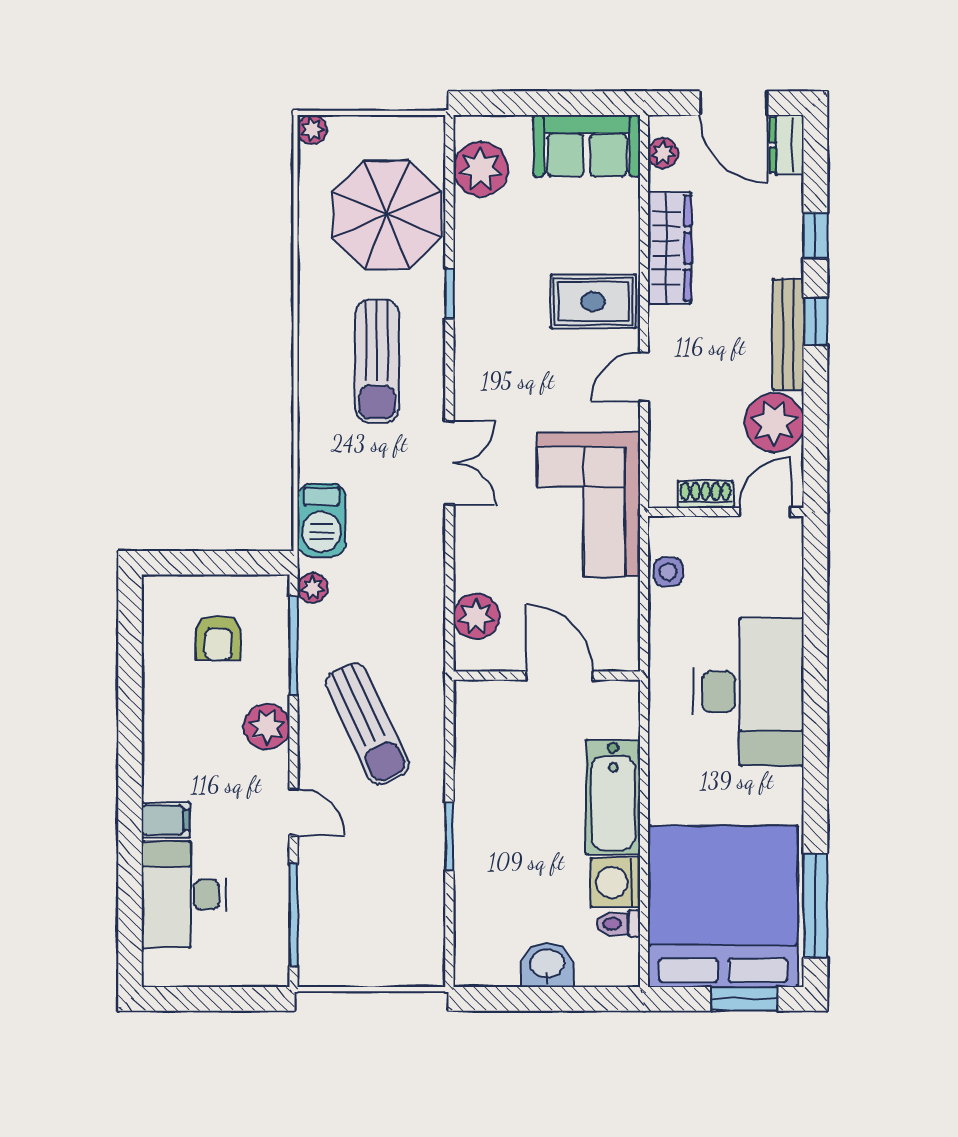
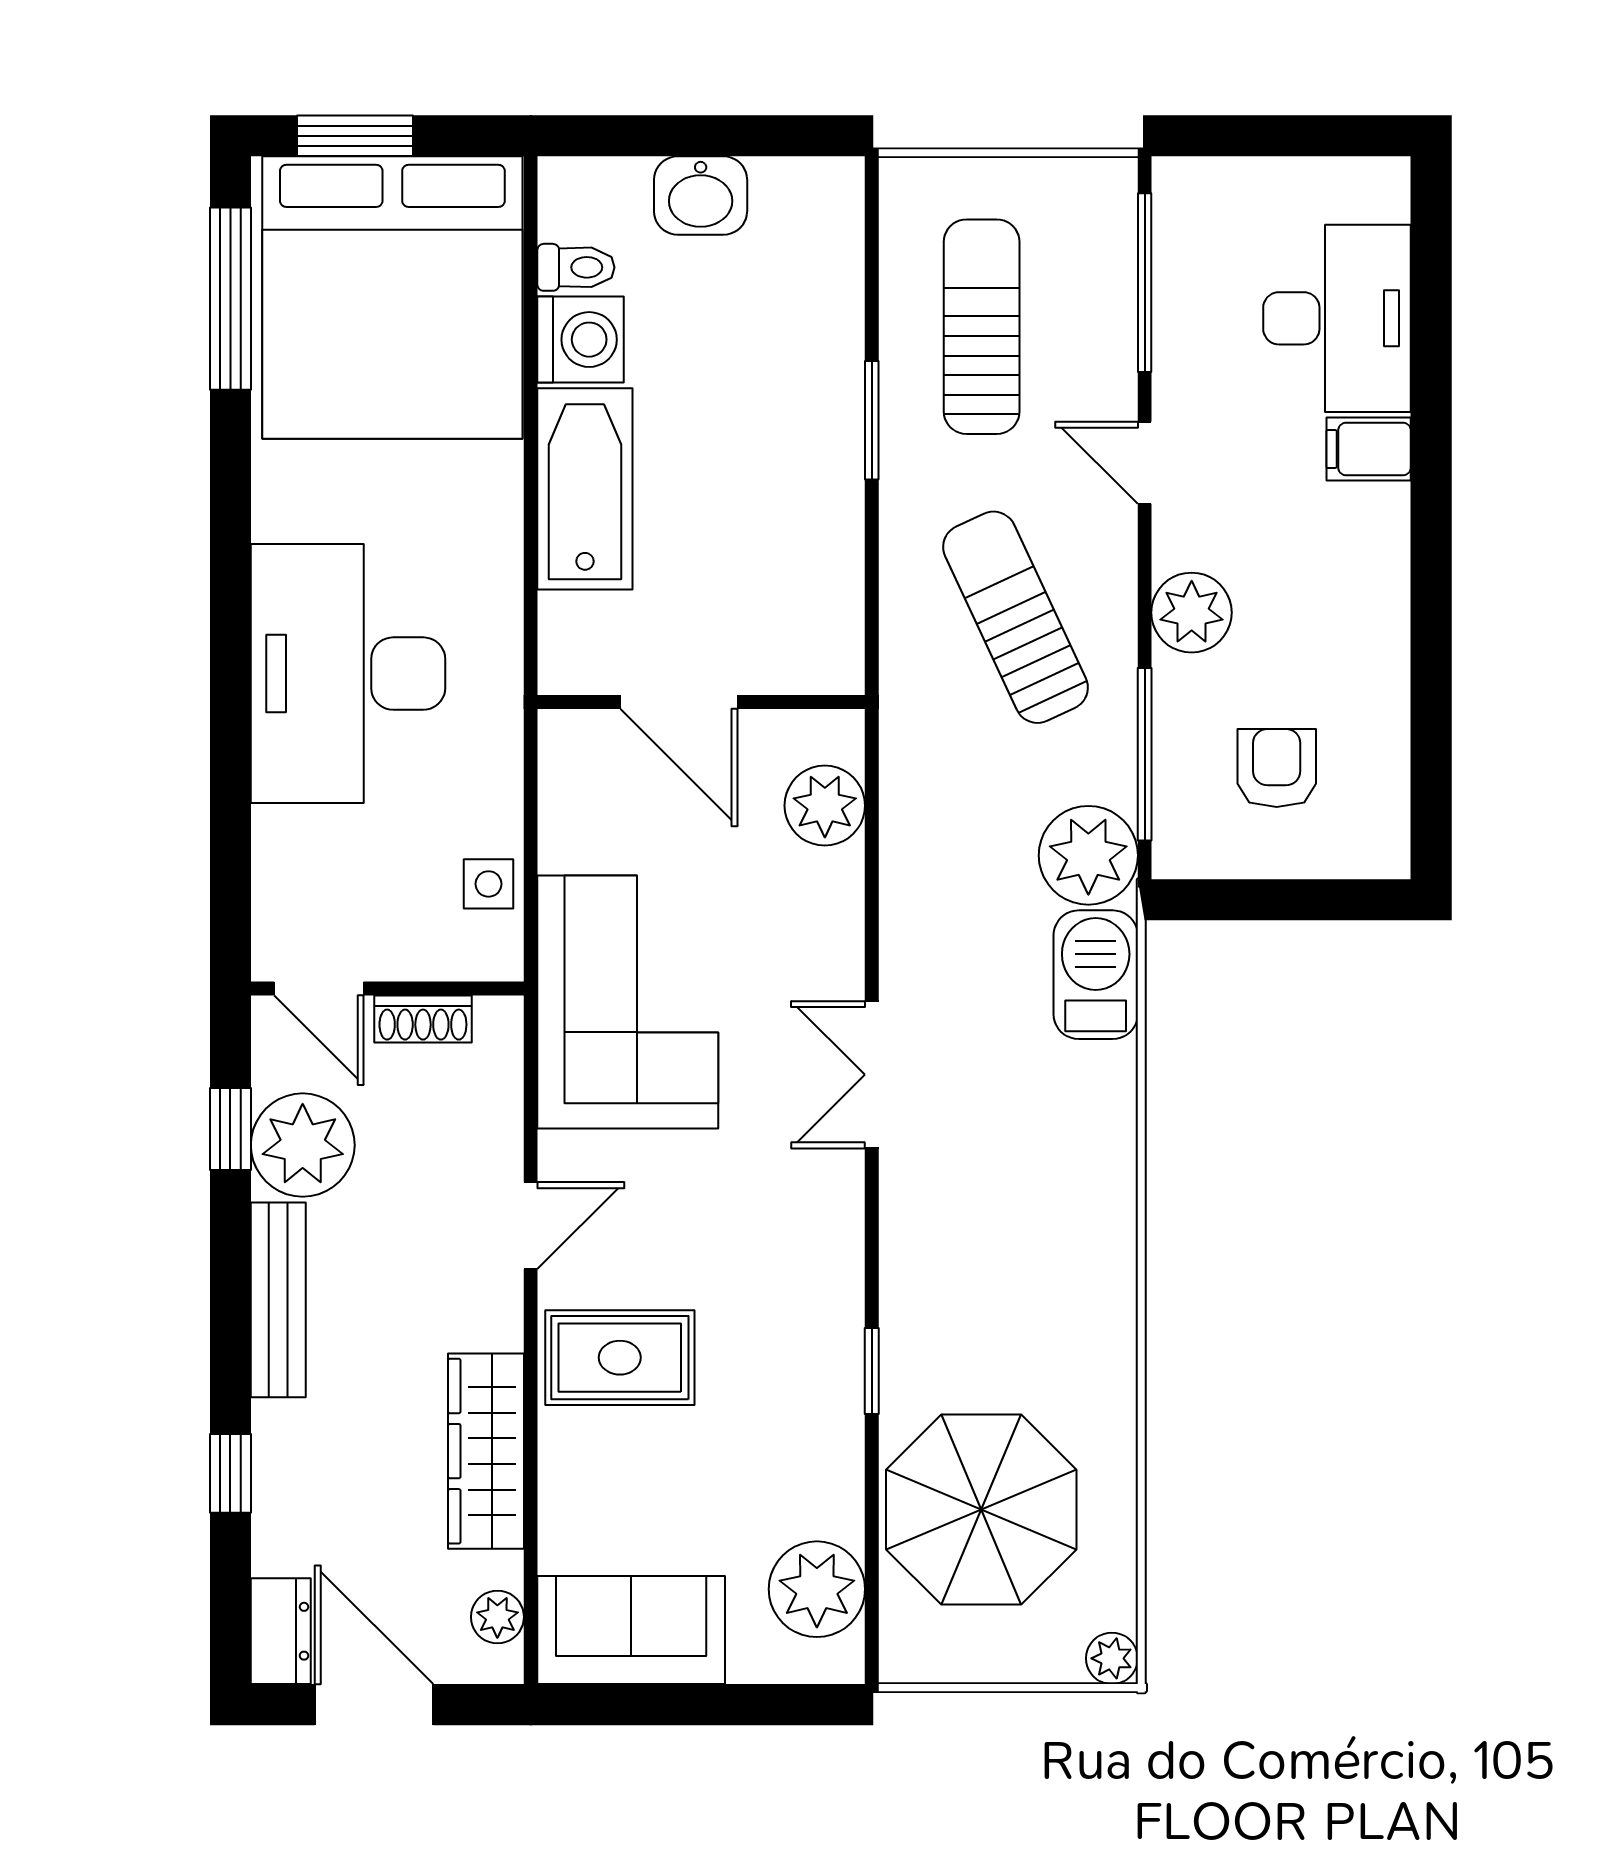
window: (815, 321) -> (230, 1129), moved
sun lounger: (377, 361) -> (982, 327), moved
door: (765, 512) -> (319, 988), hinge flipped
plant: (313, 588) -> (1088, 855), width x1.88, depth x1.88

